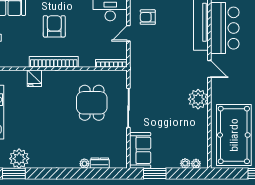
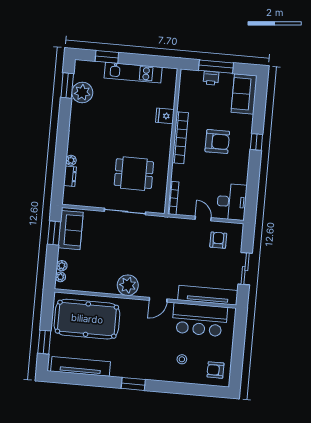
sofa: (140, 150) -> (71, 230), moved, turned -90

